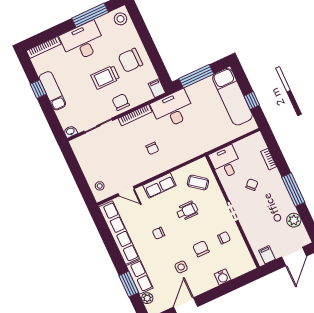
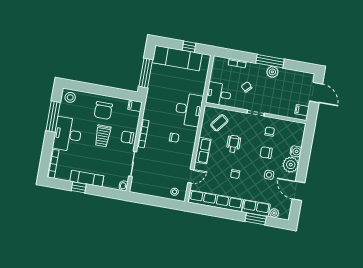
desk: (173, 109) -> (189, 110), moved, turned 180
plant: (294, 220) -> (272, 72), moved
plant: (206, 281) -> (291, 165), added

